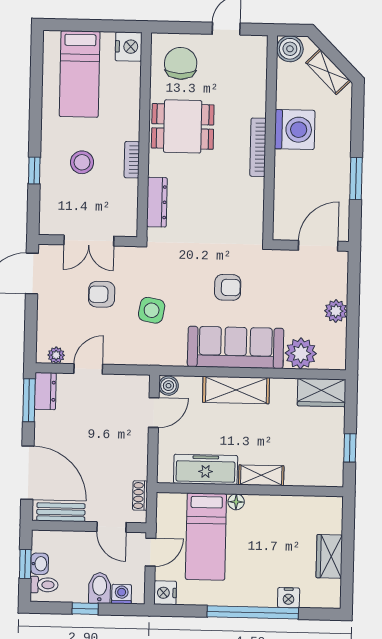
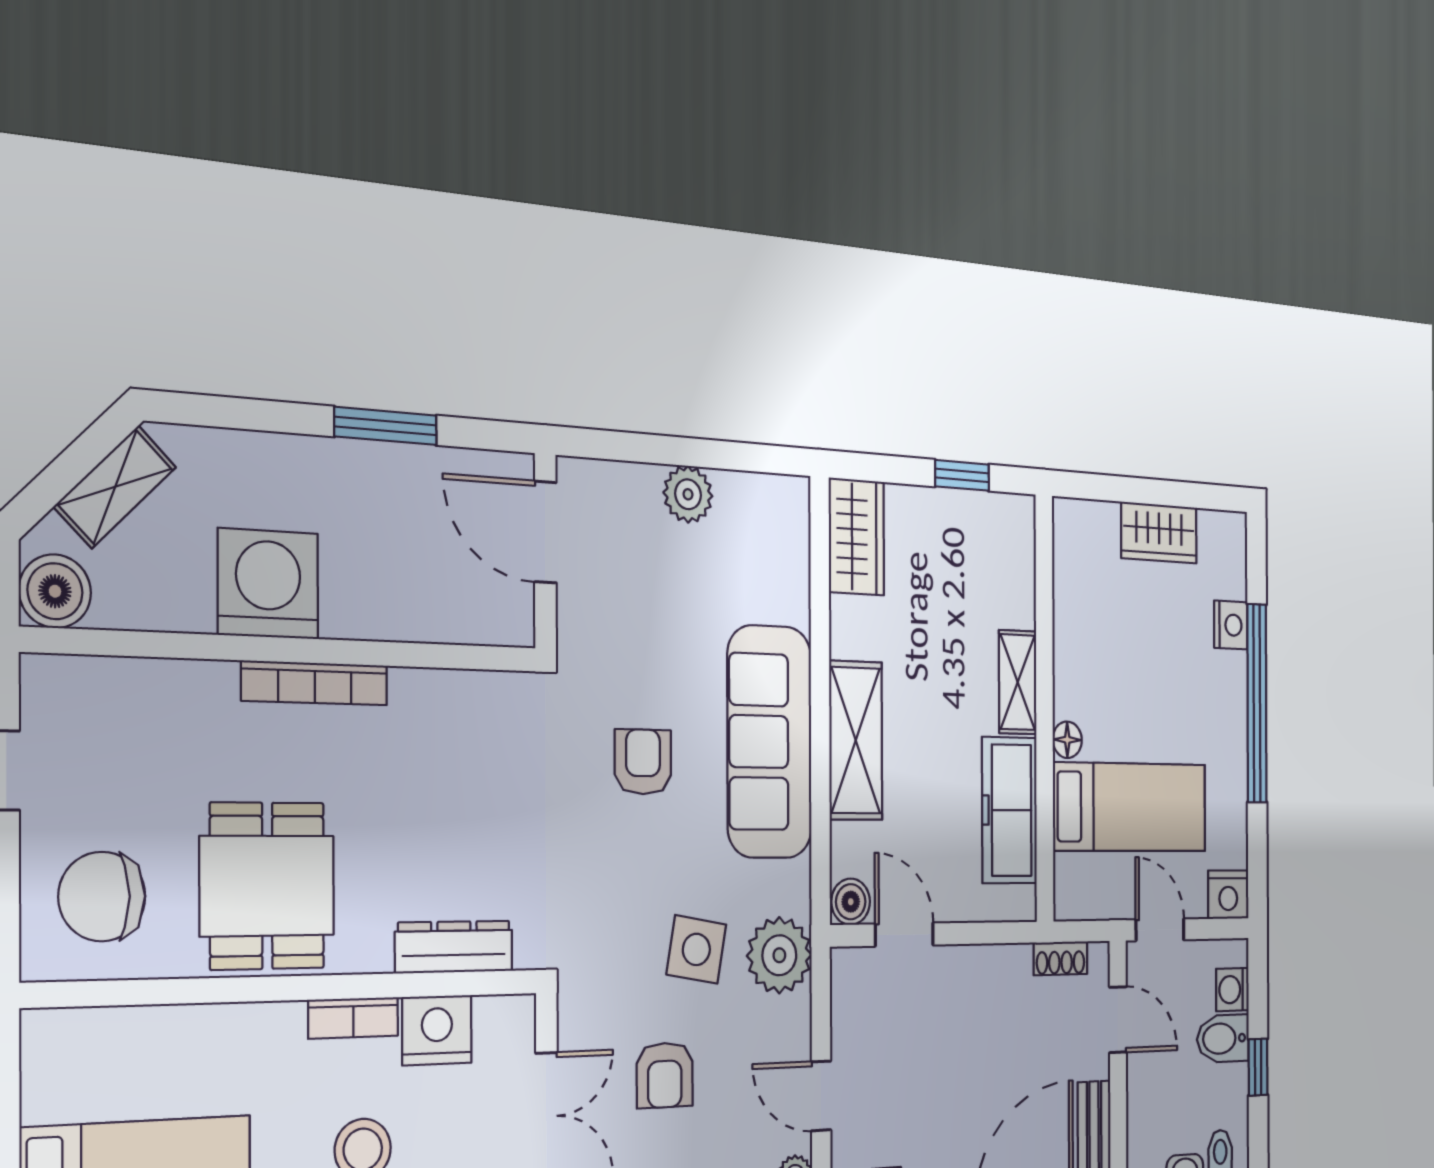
nightstand: (129, 47) -> (437, 1030), moved
plant: (301, 353) -> (779, 955), moved
door: (111, 527) -> (1118, 1020), hinge flipped

